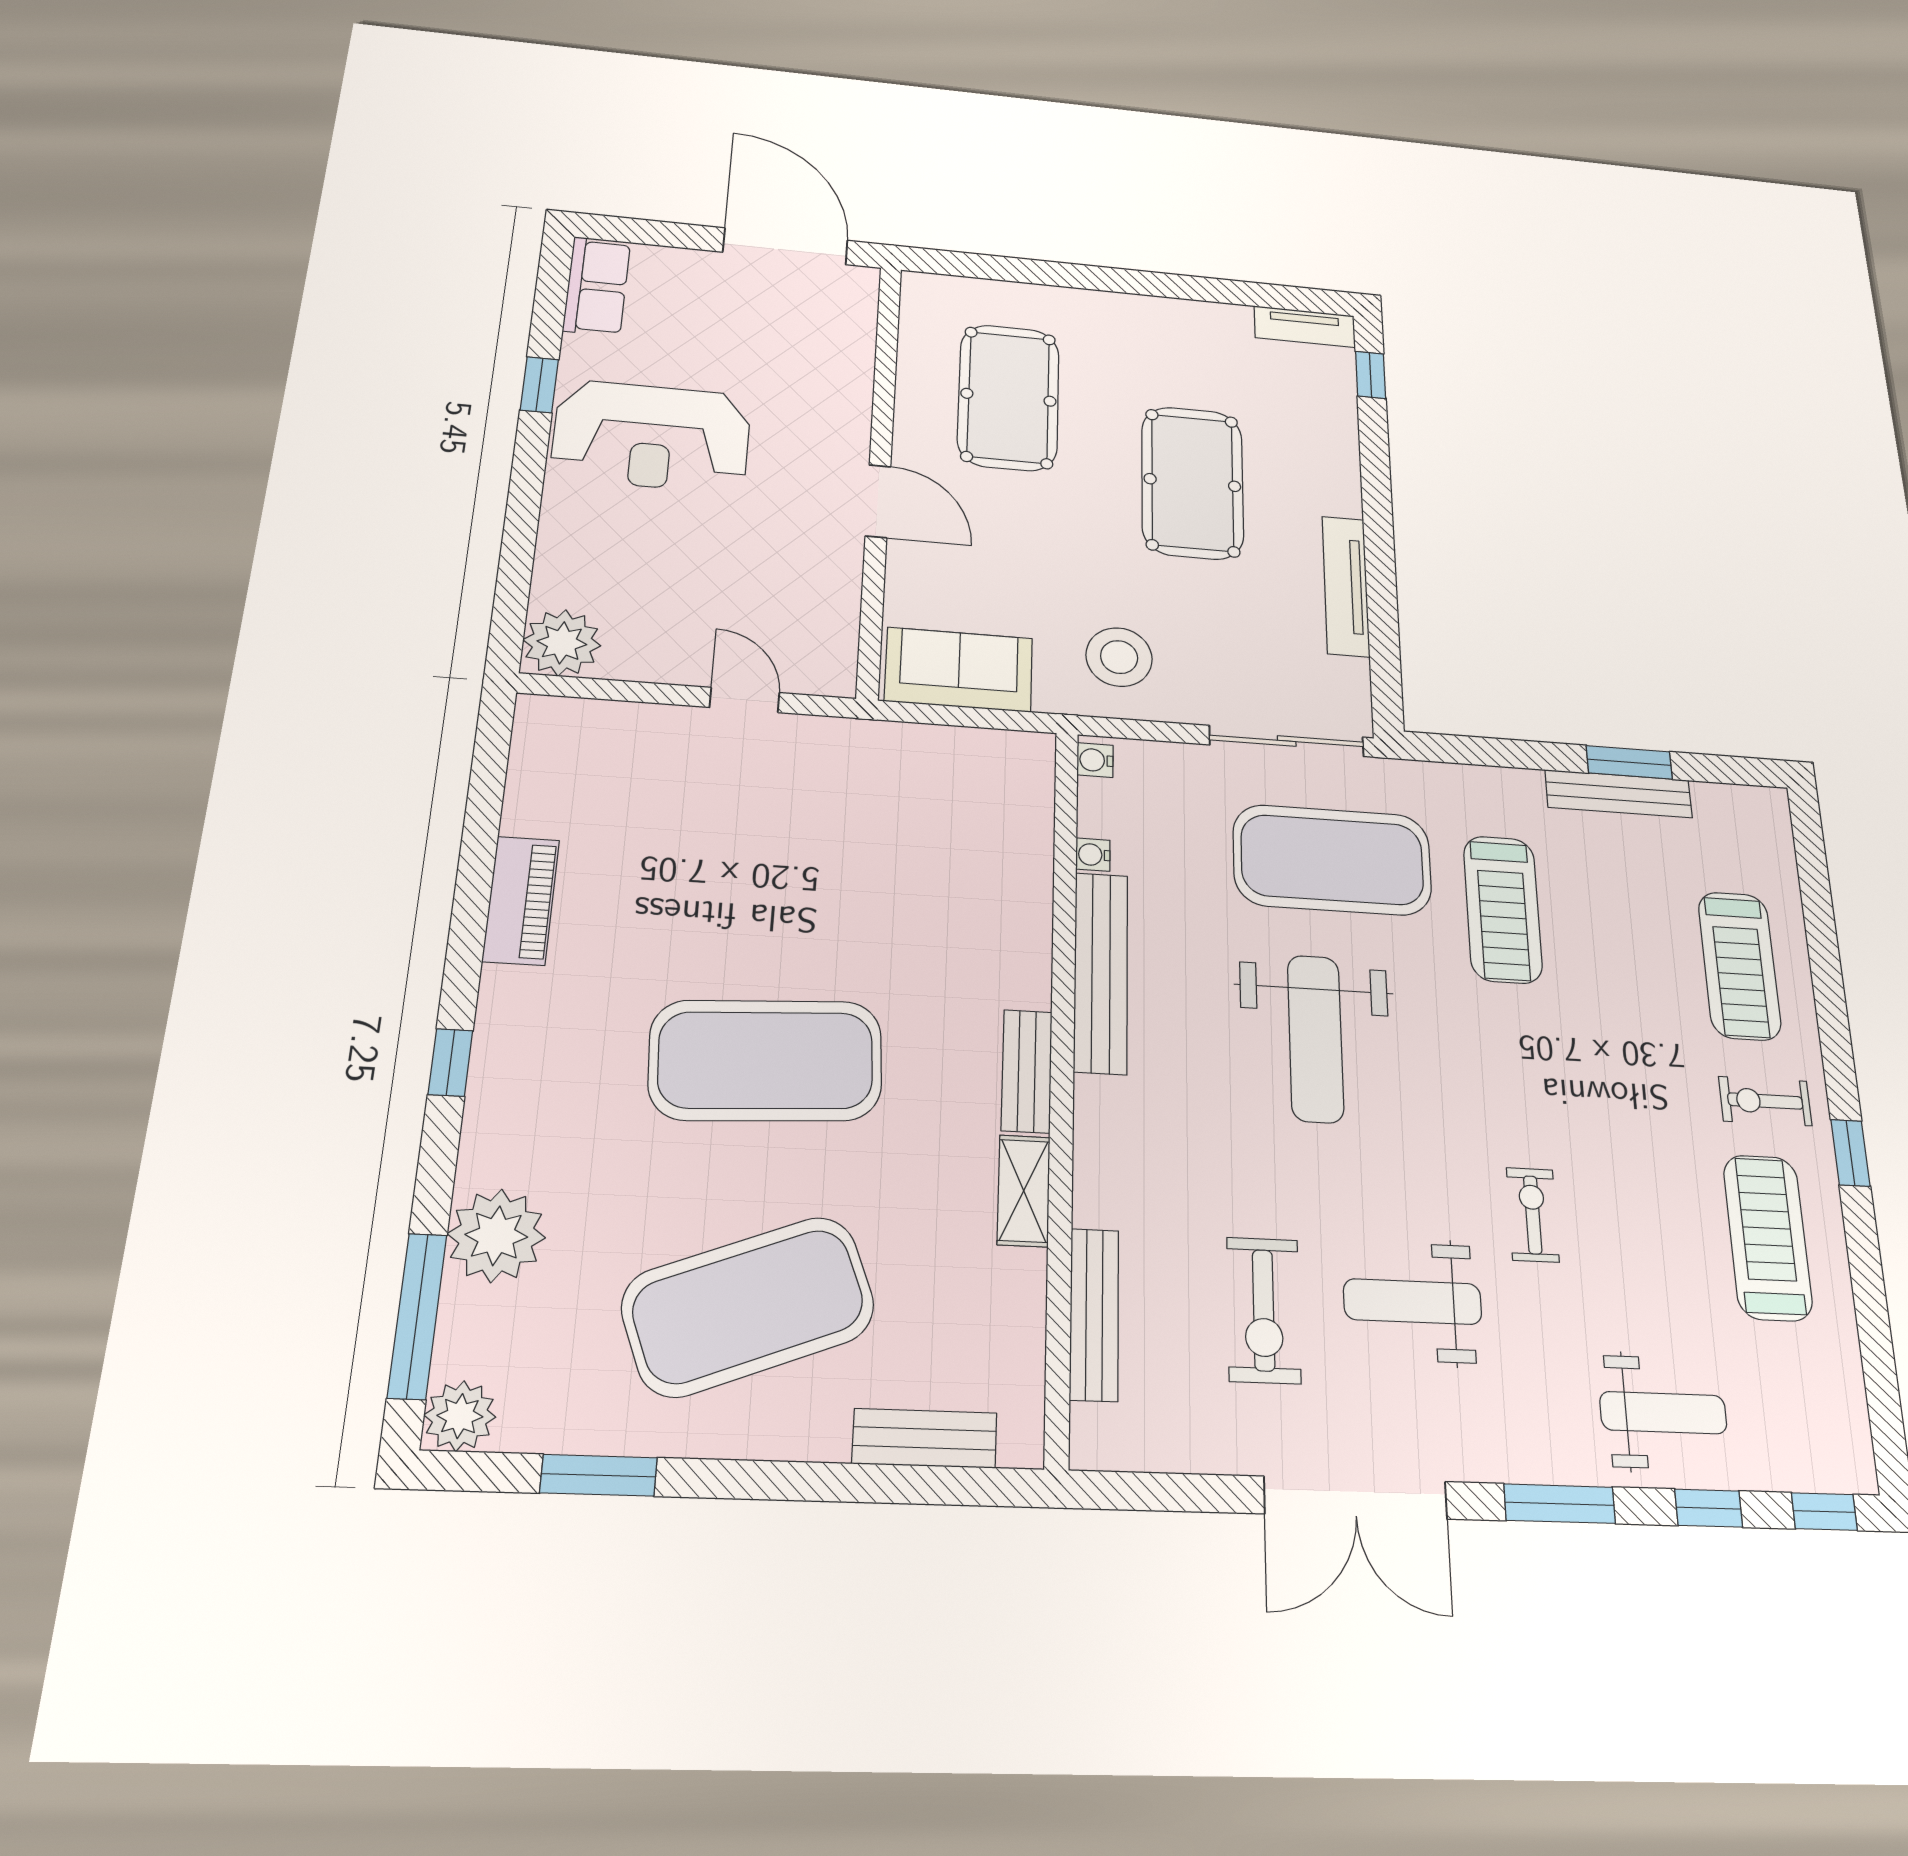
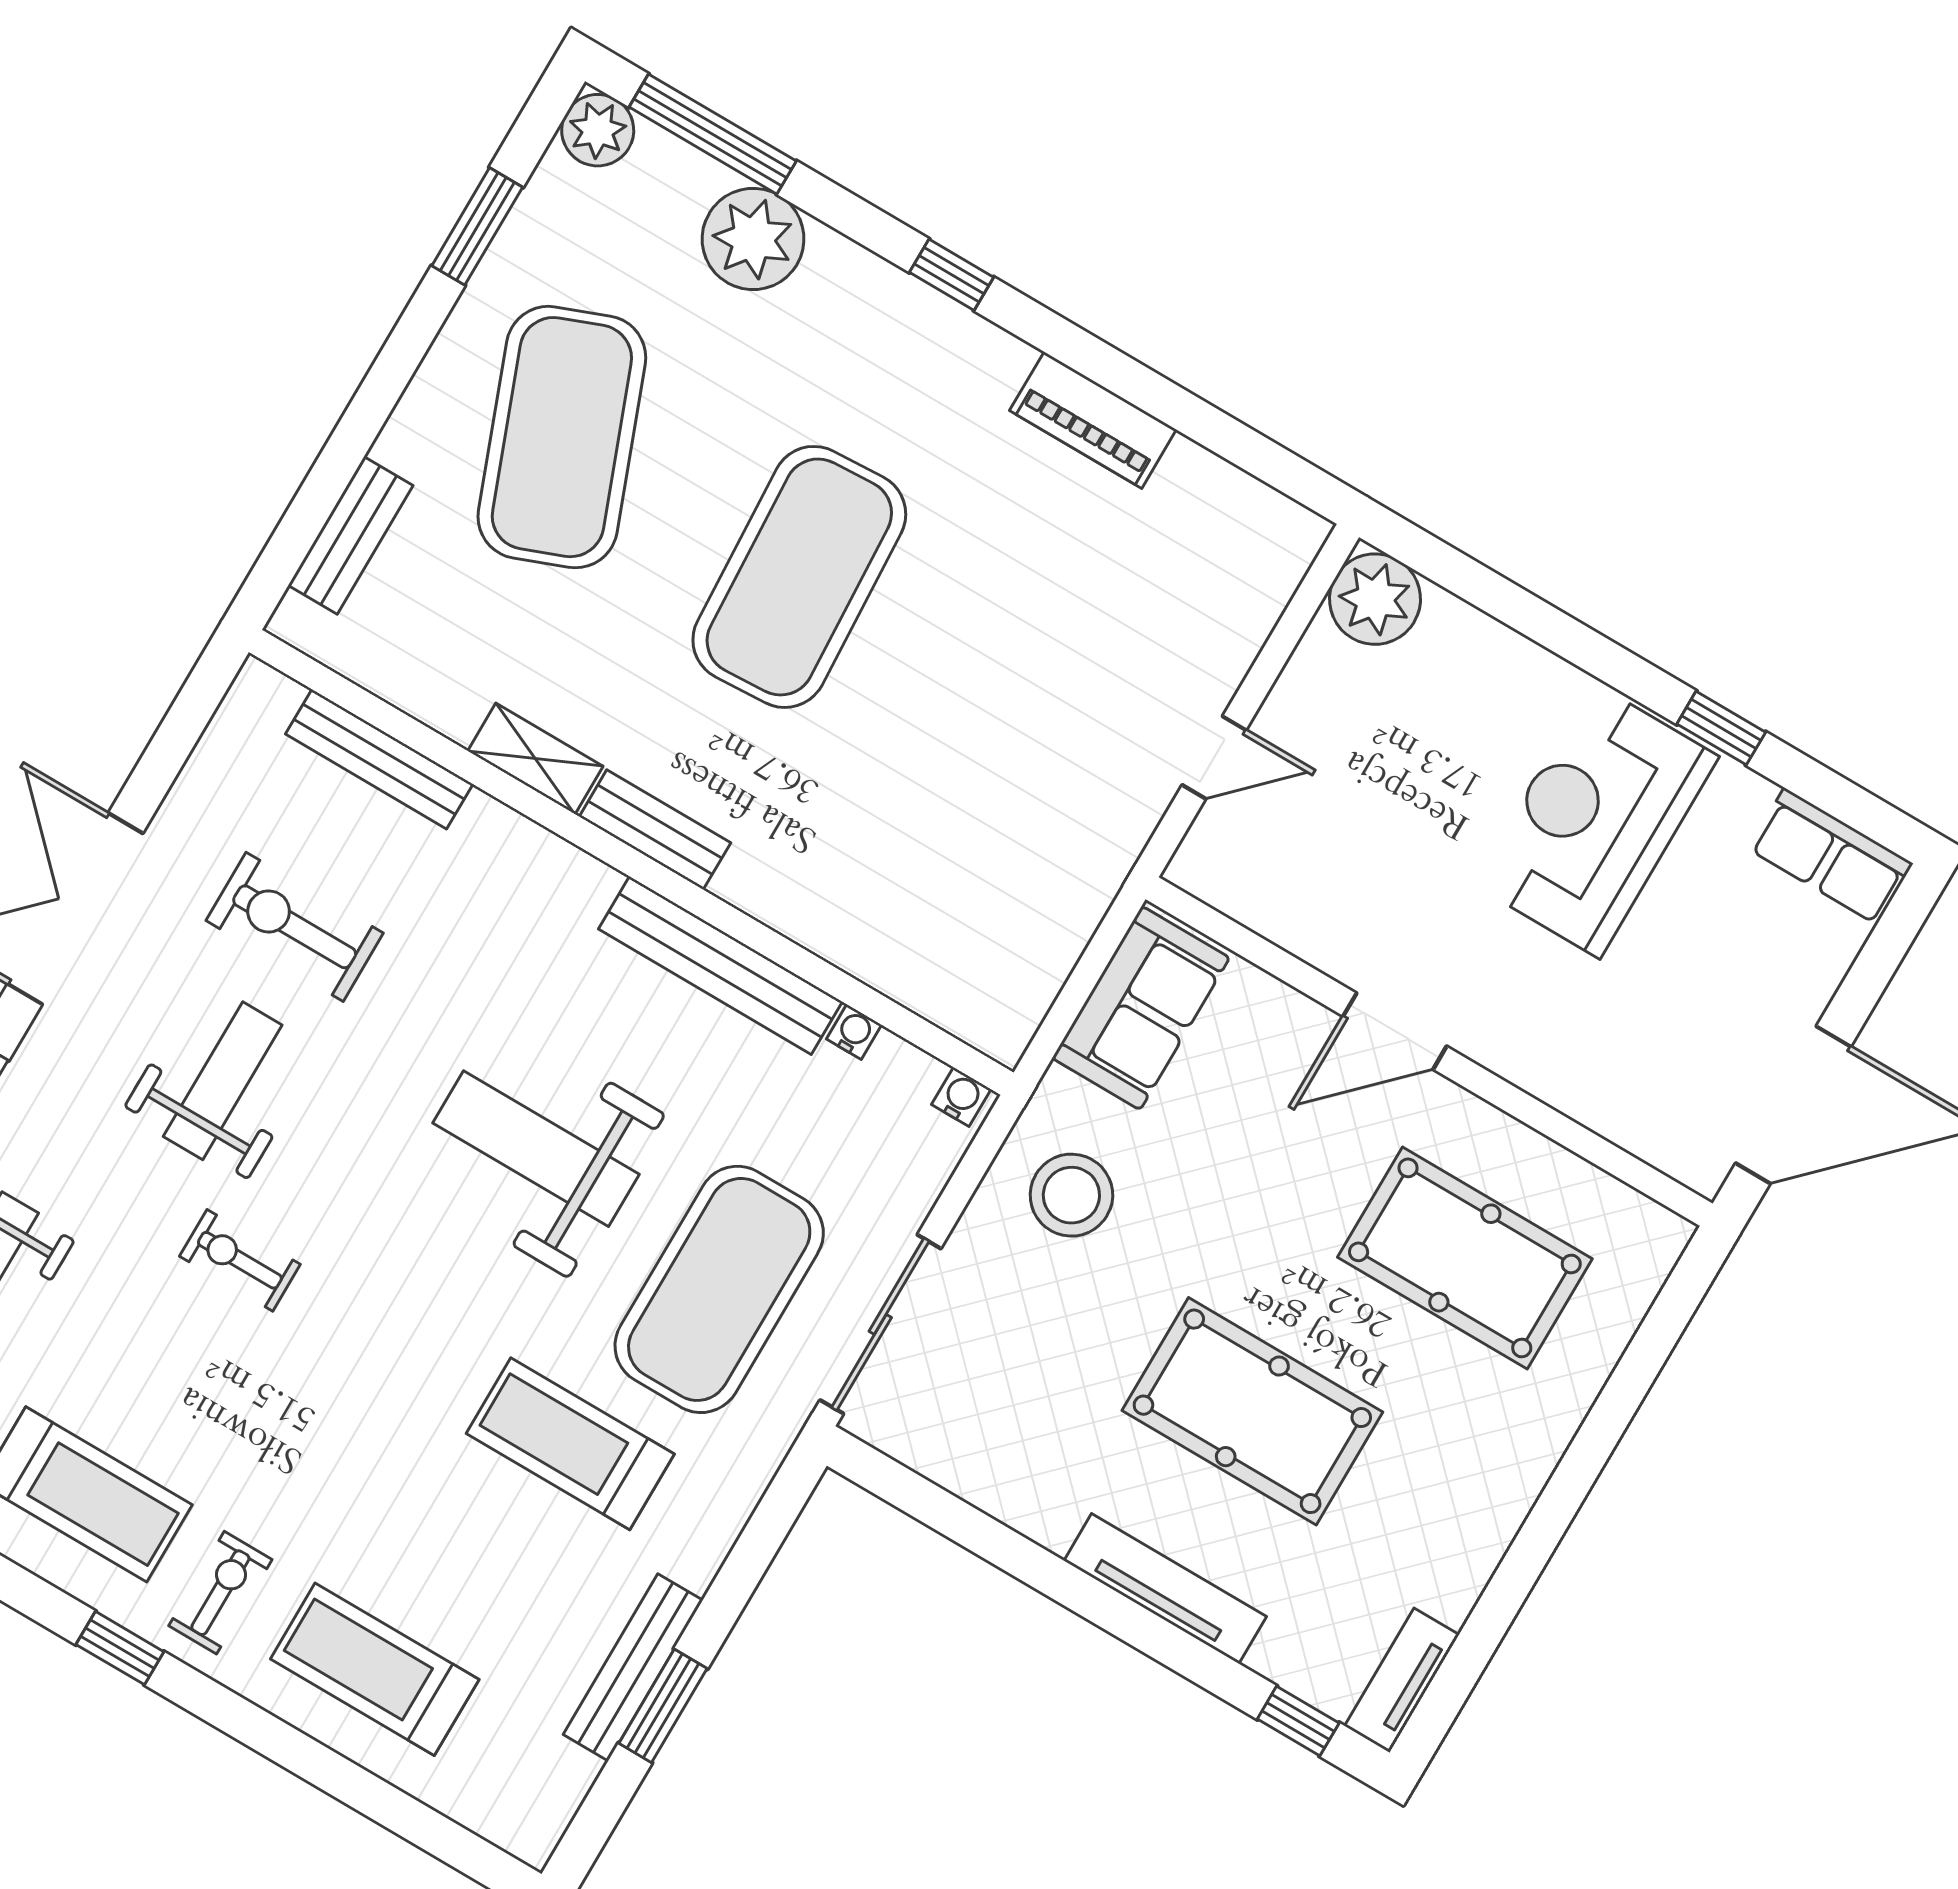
tv unit: (1346, 586) -> (1165, 1589), moved
exercise bike: (1533, 1215) -> (240, 1260), turned 180

